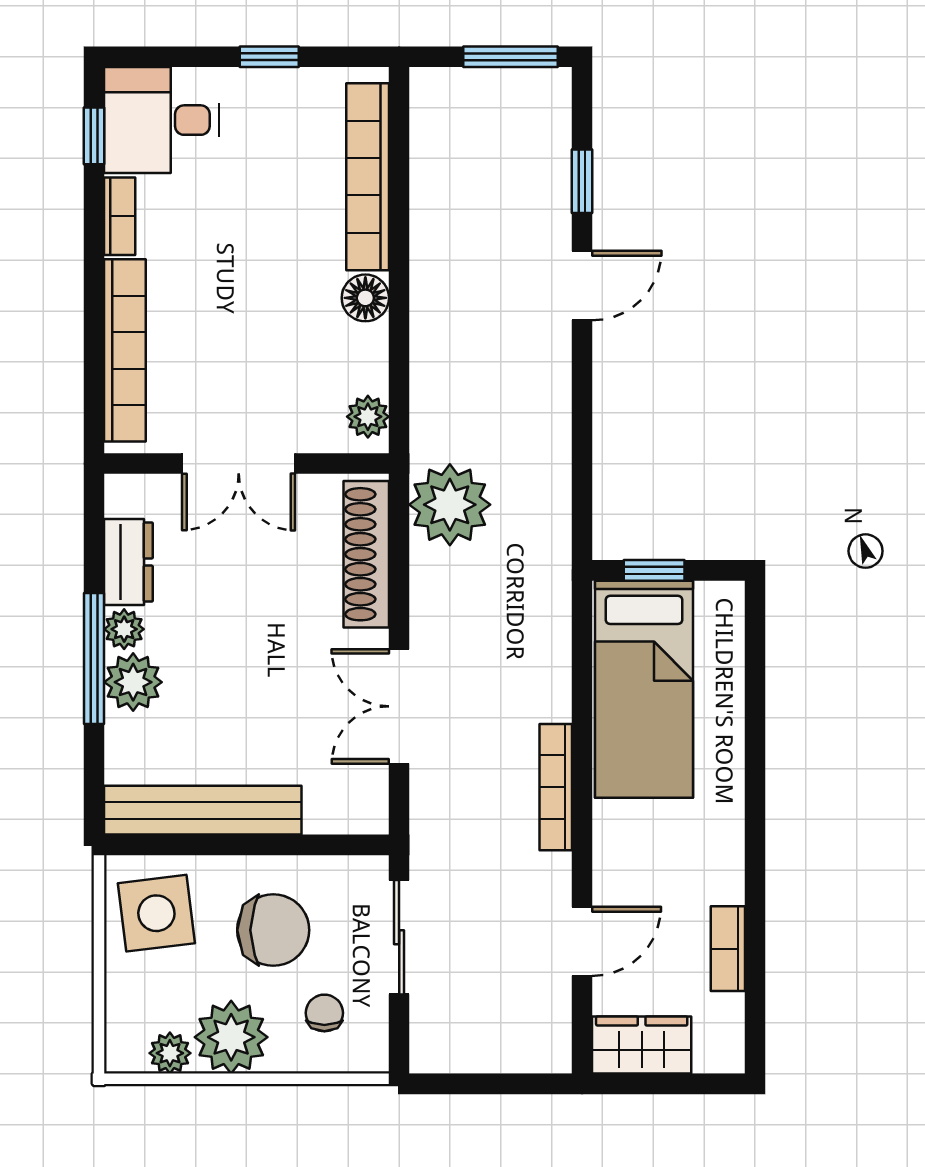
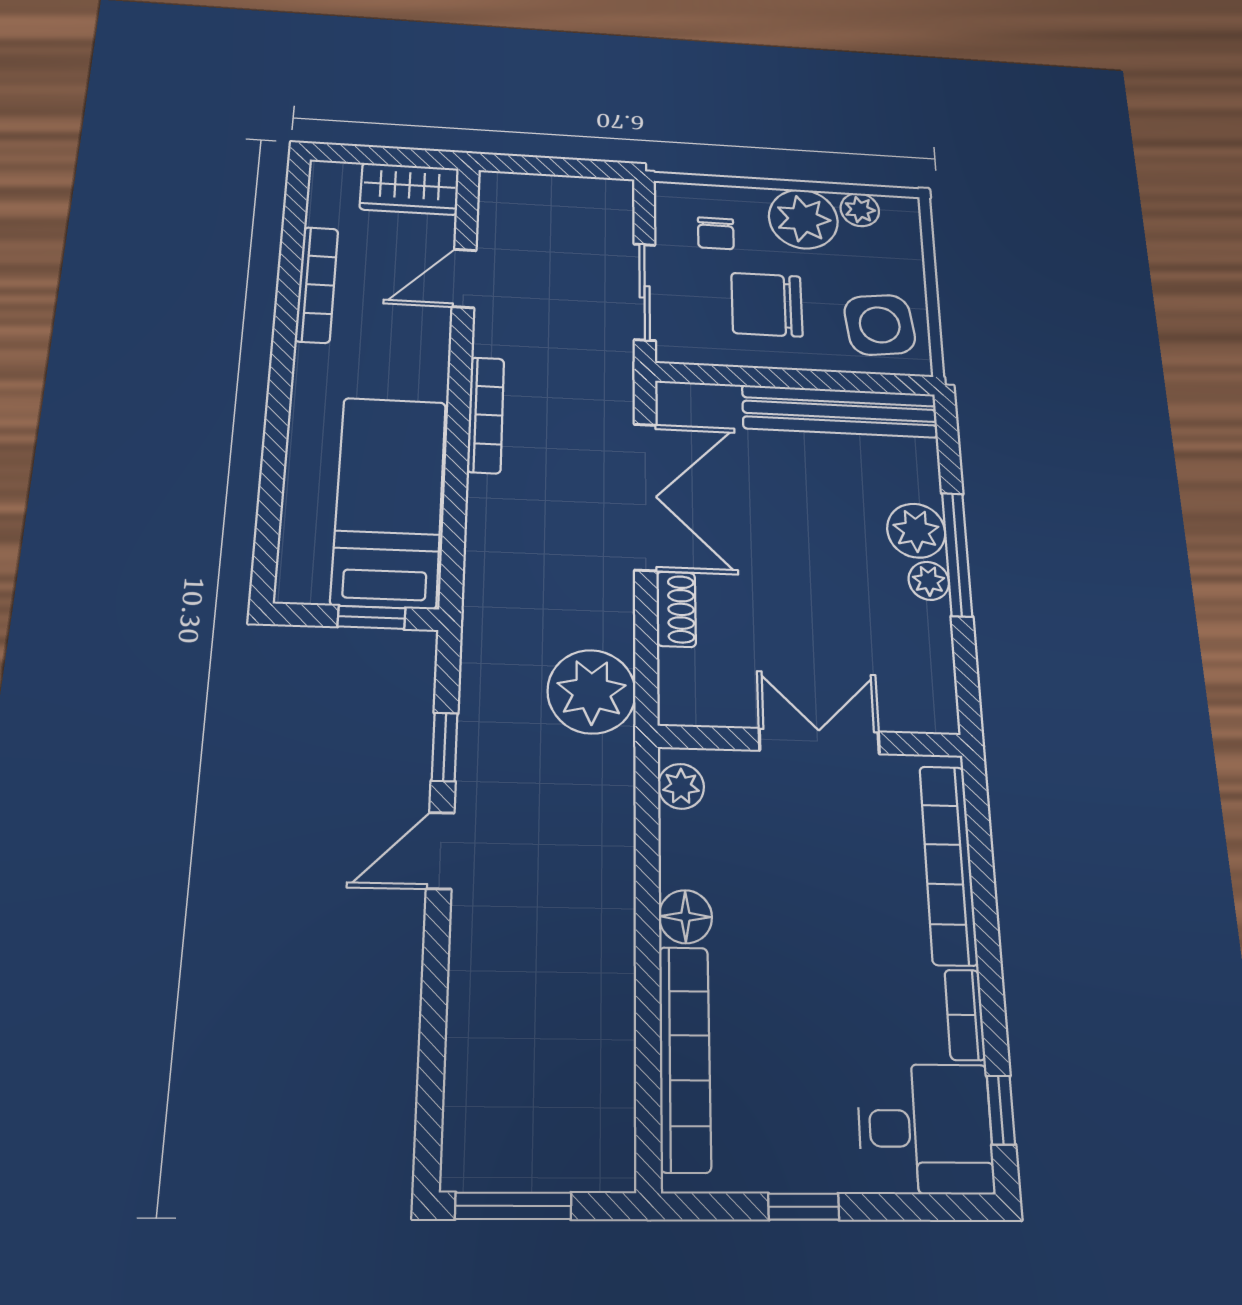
window: (582, 181) -> (445, 747), moved
door: (582, 286) -> (440, 851), moved
shoe rack: (366, 554) -> (676, 609), width x0.51, depth x0.81
dresser: (128, 562) -> (929, 646), removed
double door: (399, 706) -> (646, 496), width x1.37
bookcase: (728, 949) -> (317, 285), width x1.56

